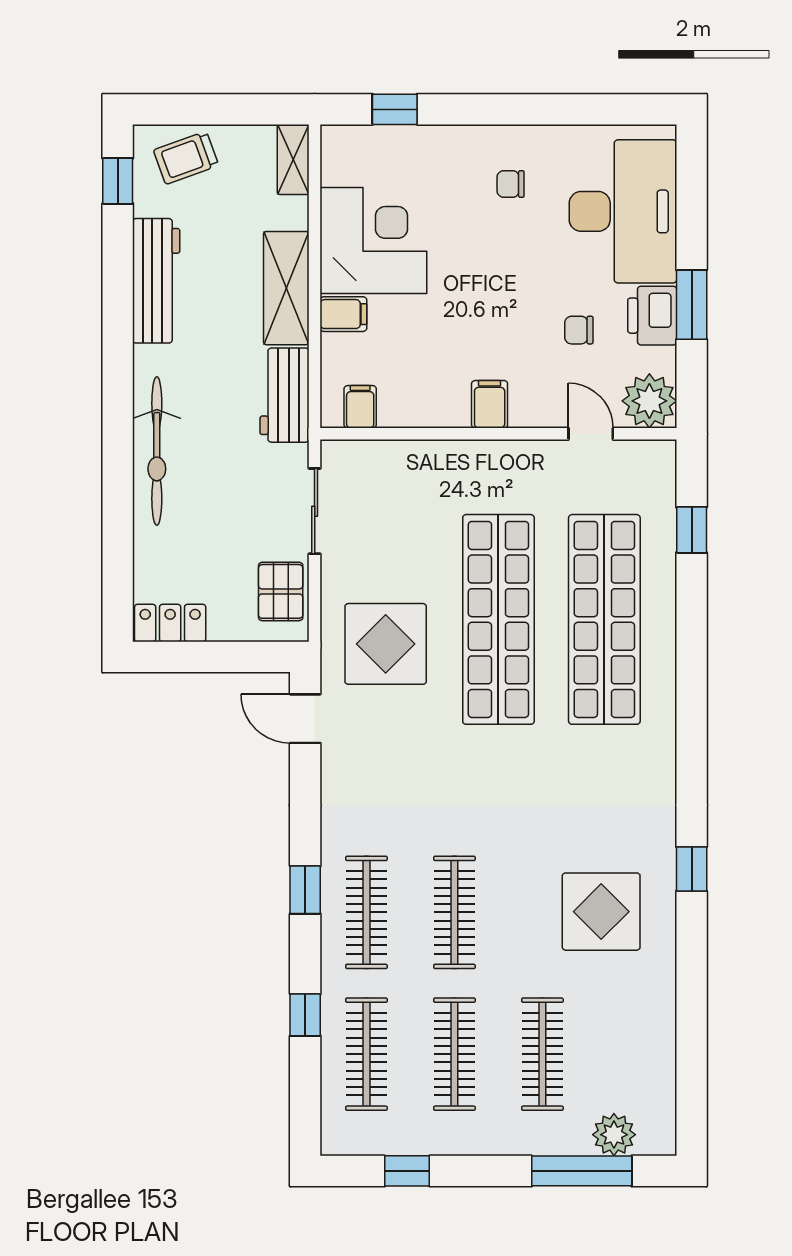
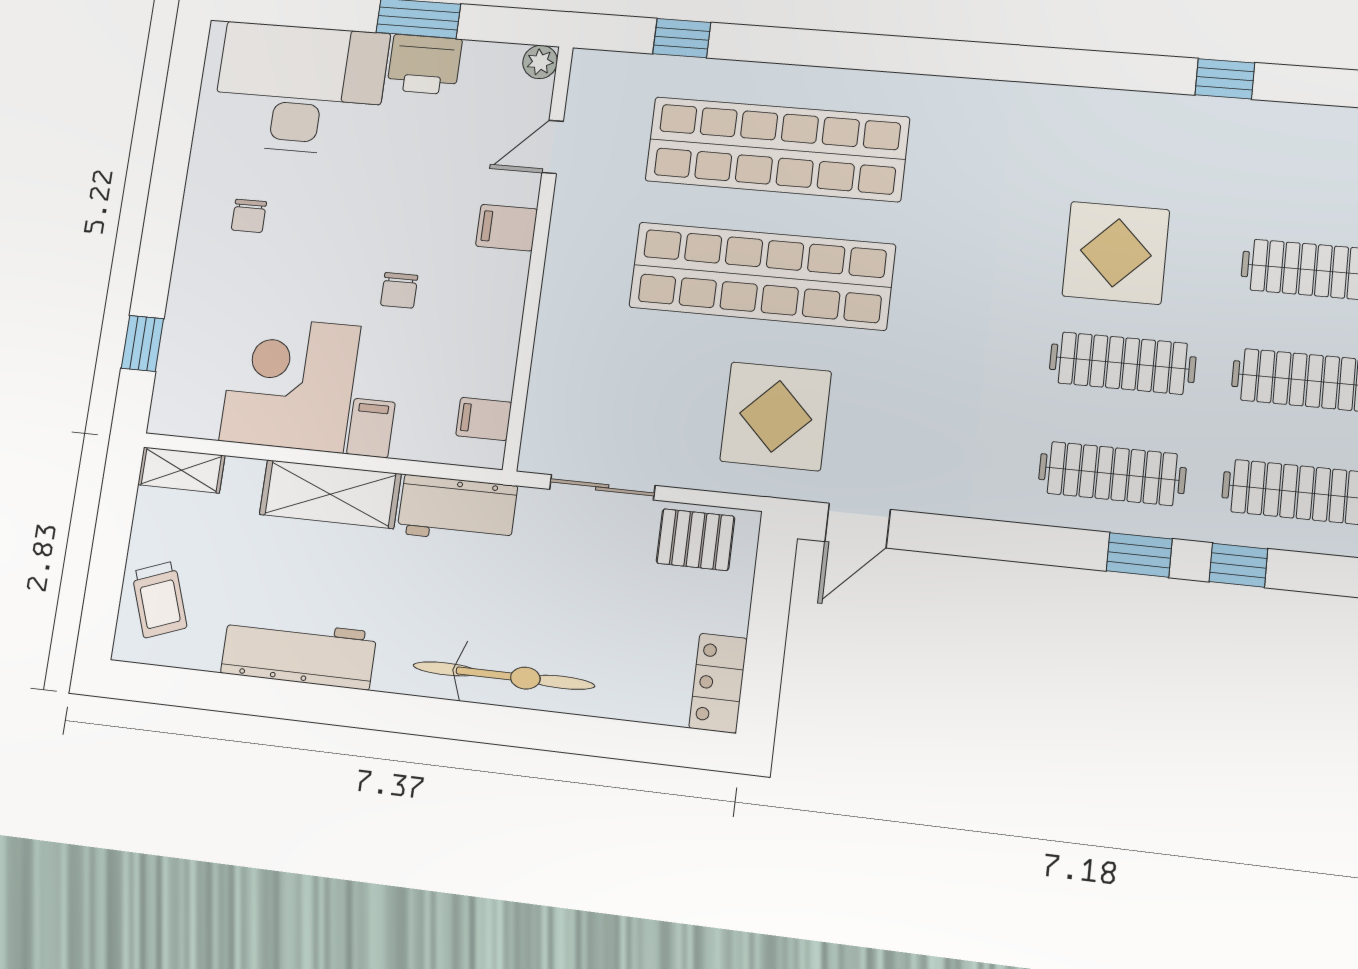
window: (118, 181) -> (174, 687), removed
chair: (579, 330) -> (399, 290), moved
plant: (649, 401) -> (540, 62), width x0.53, depth x0.53
filing cabinet: (490, 404) -> (507, 228), moved
window: (692, 869) -> (1225, 79), moved
window: (305, 890) -> (1139, 555), moved
display table: (601, 912) -> (1116, 253), moved

